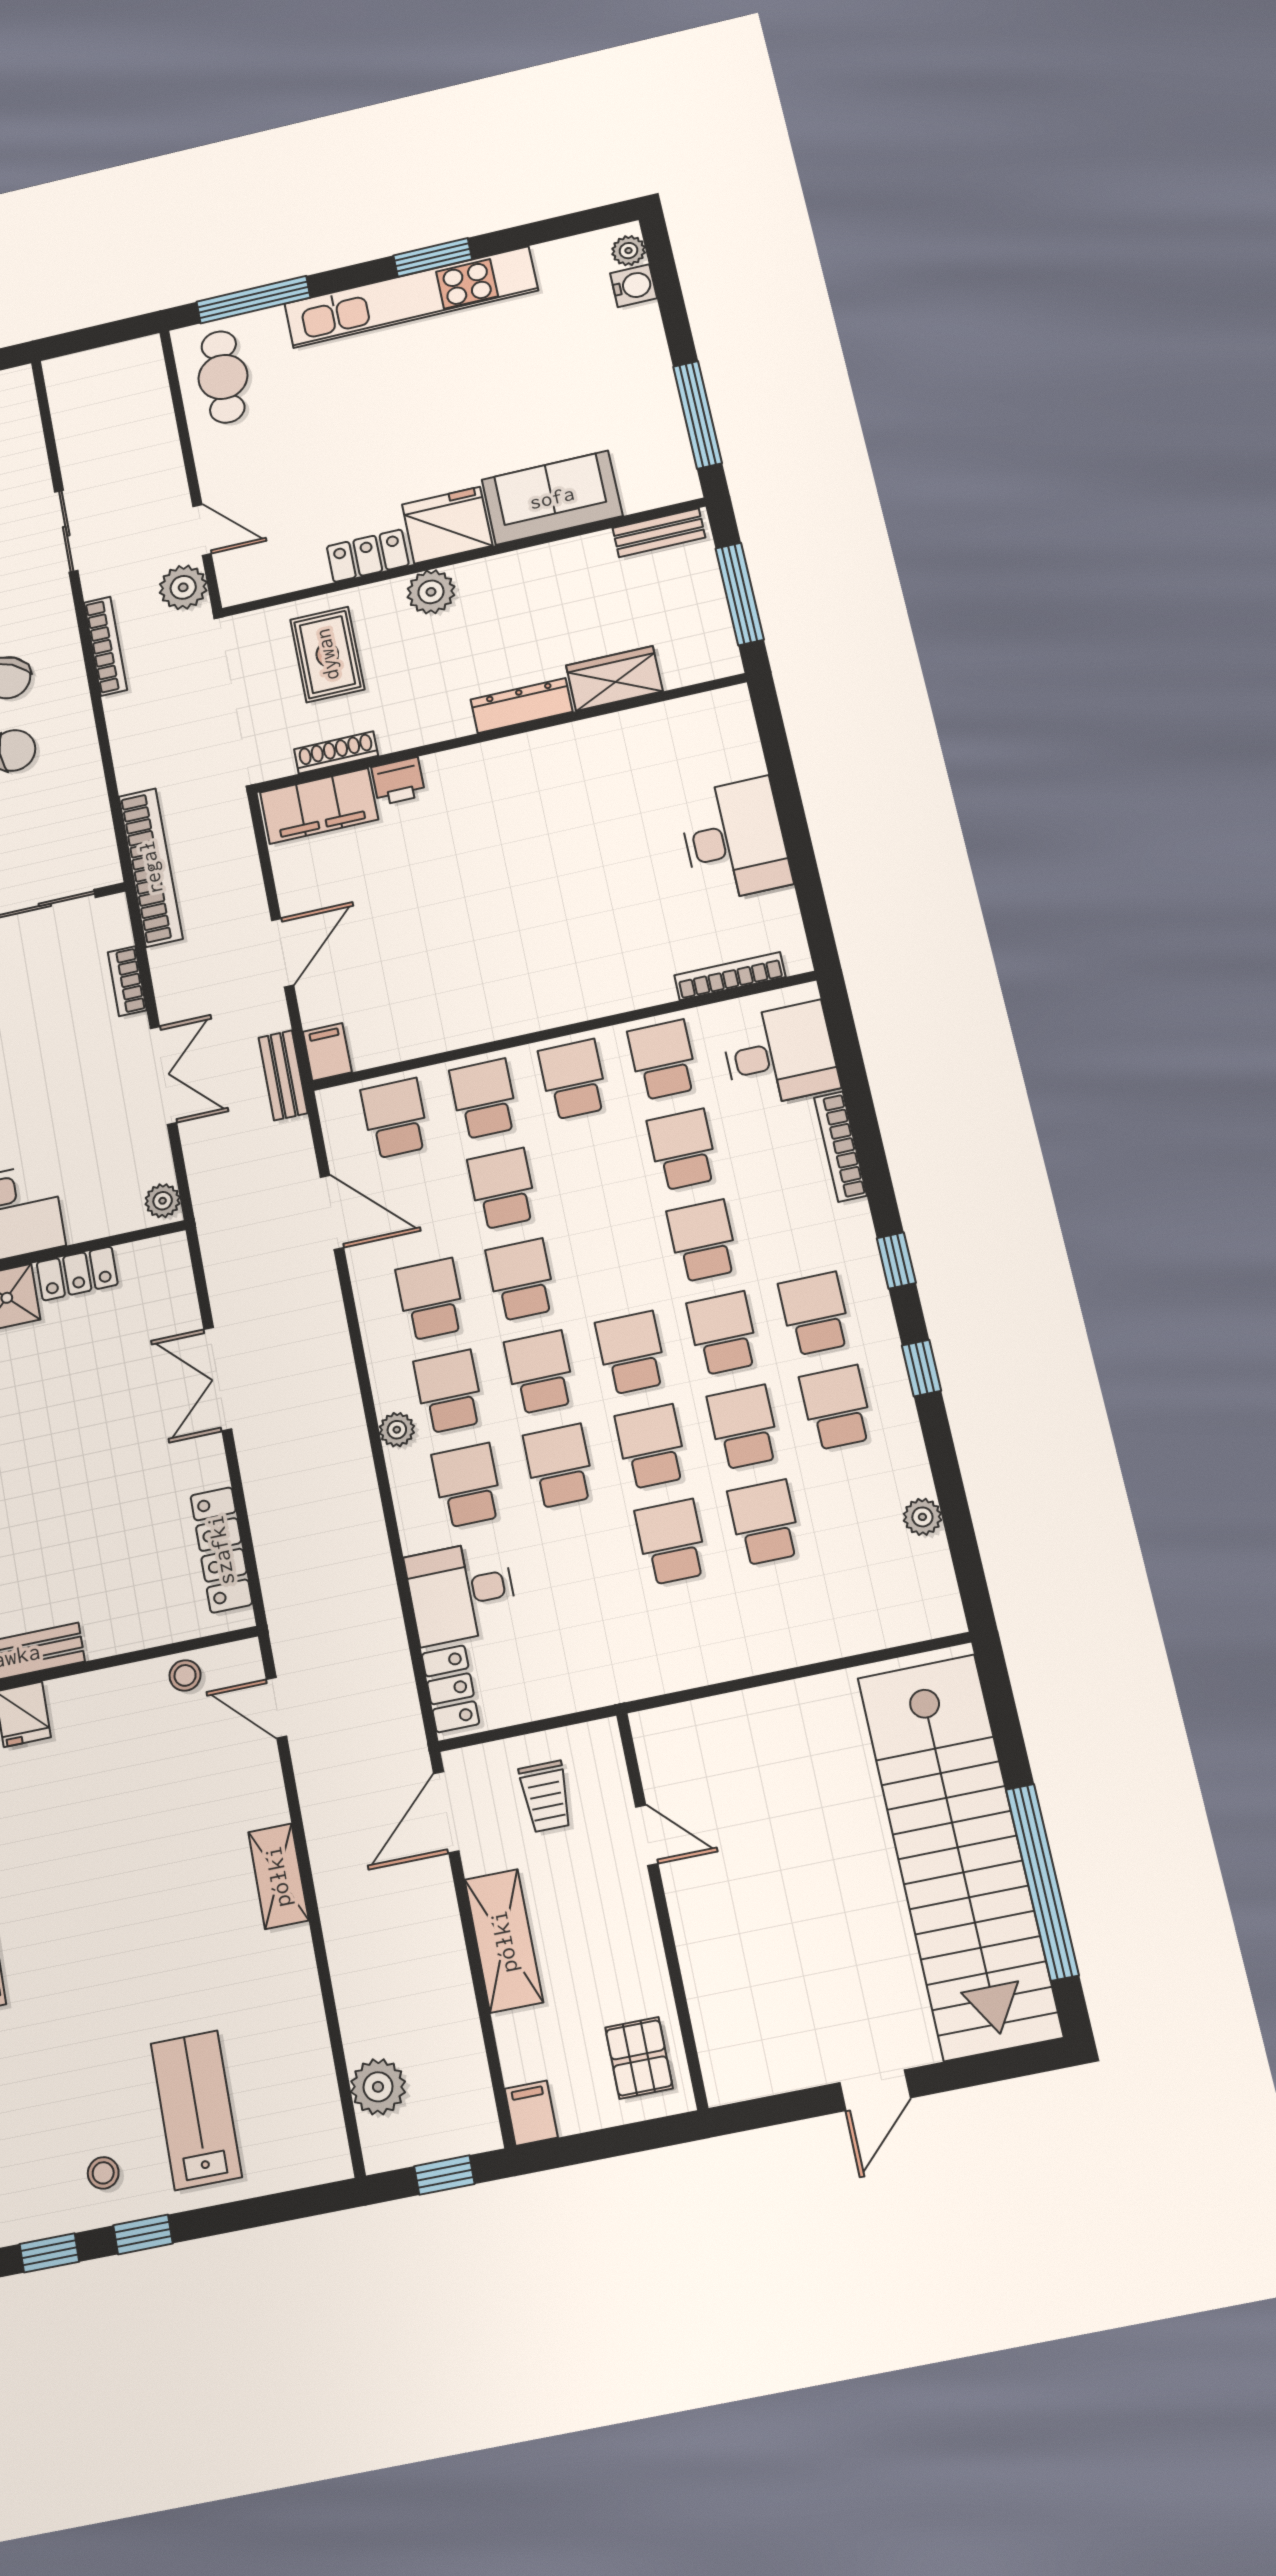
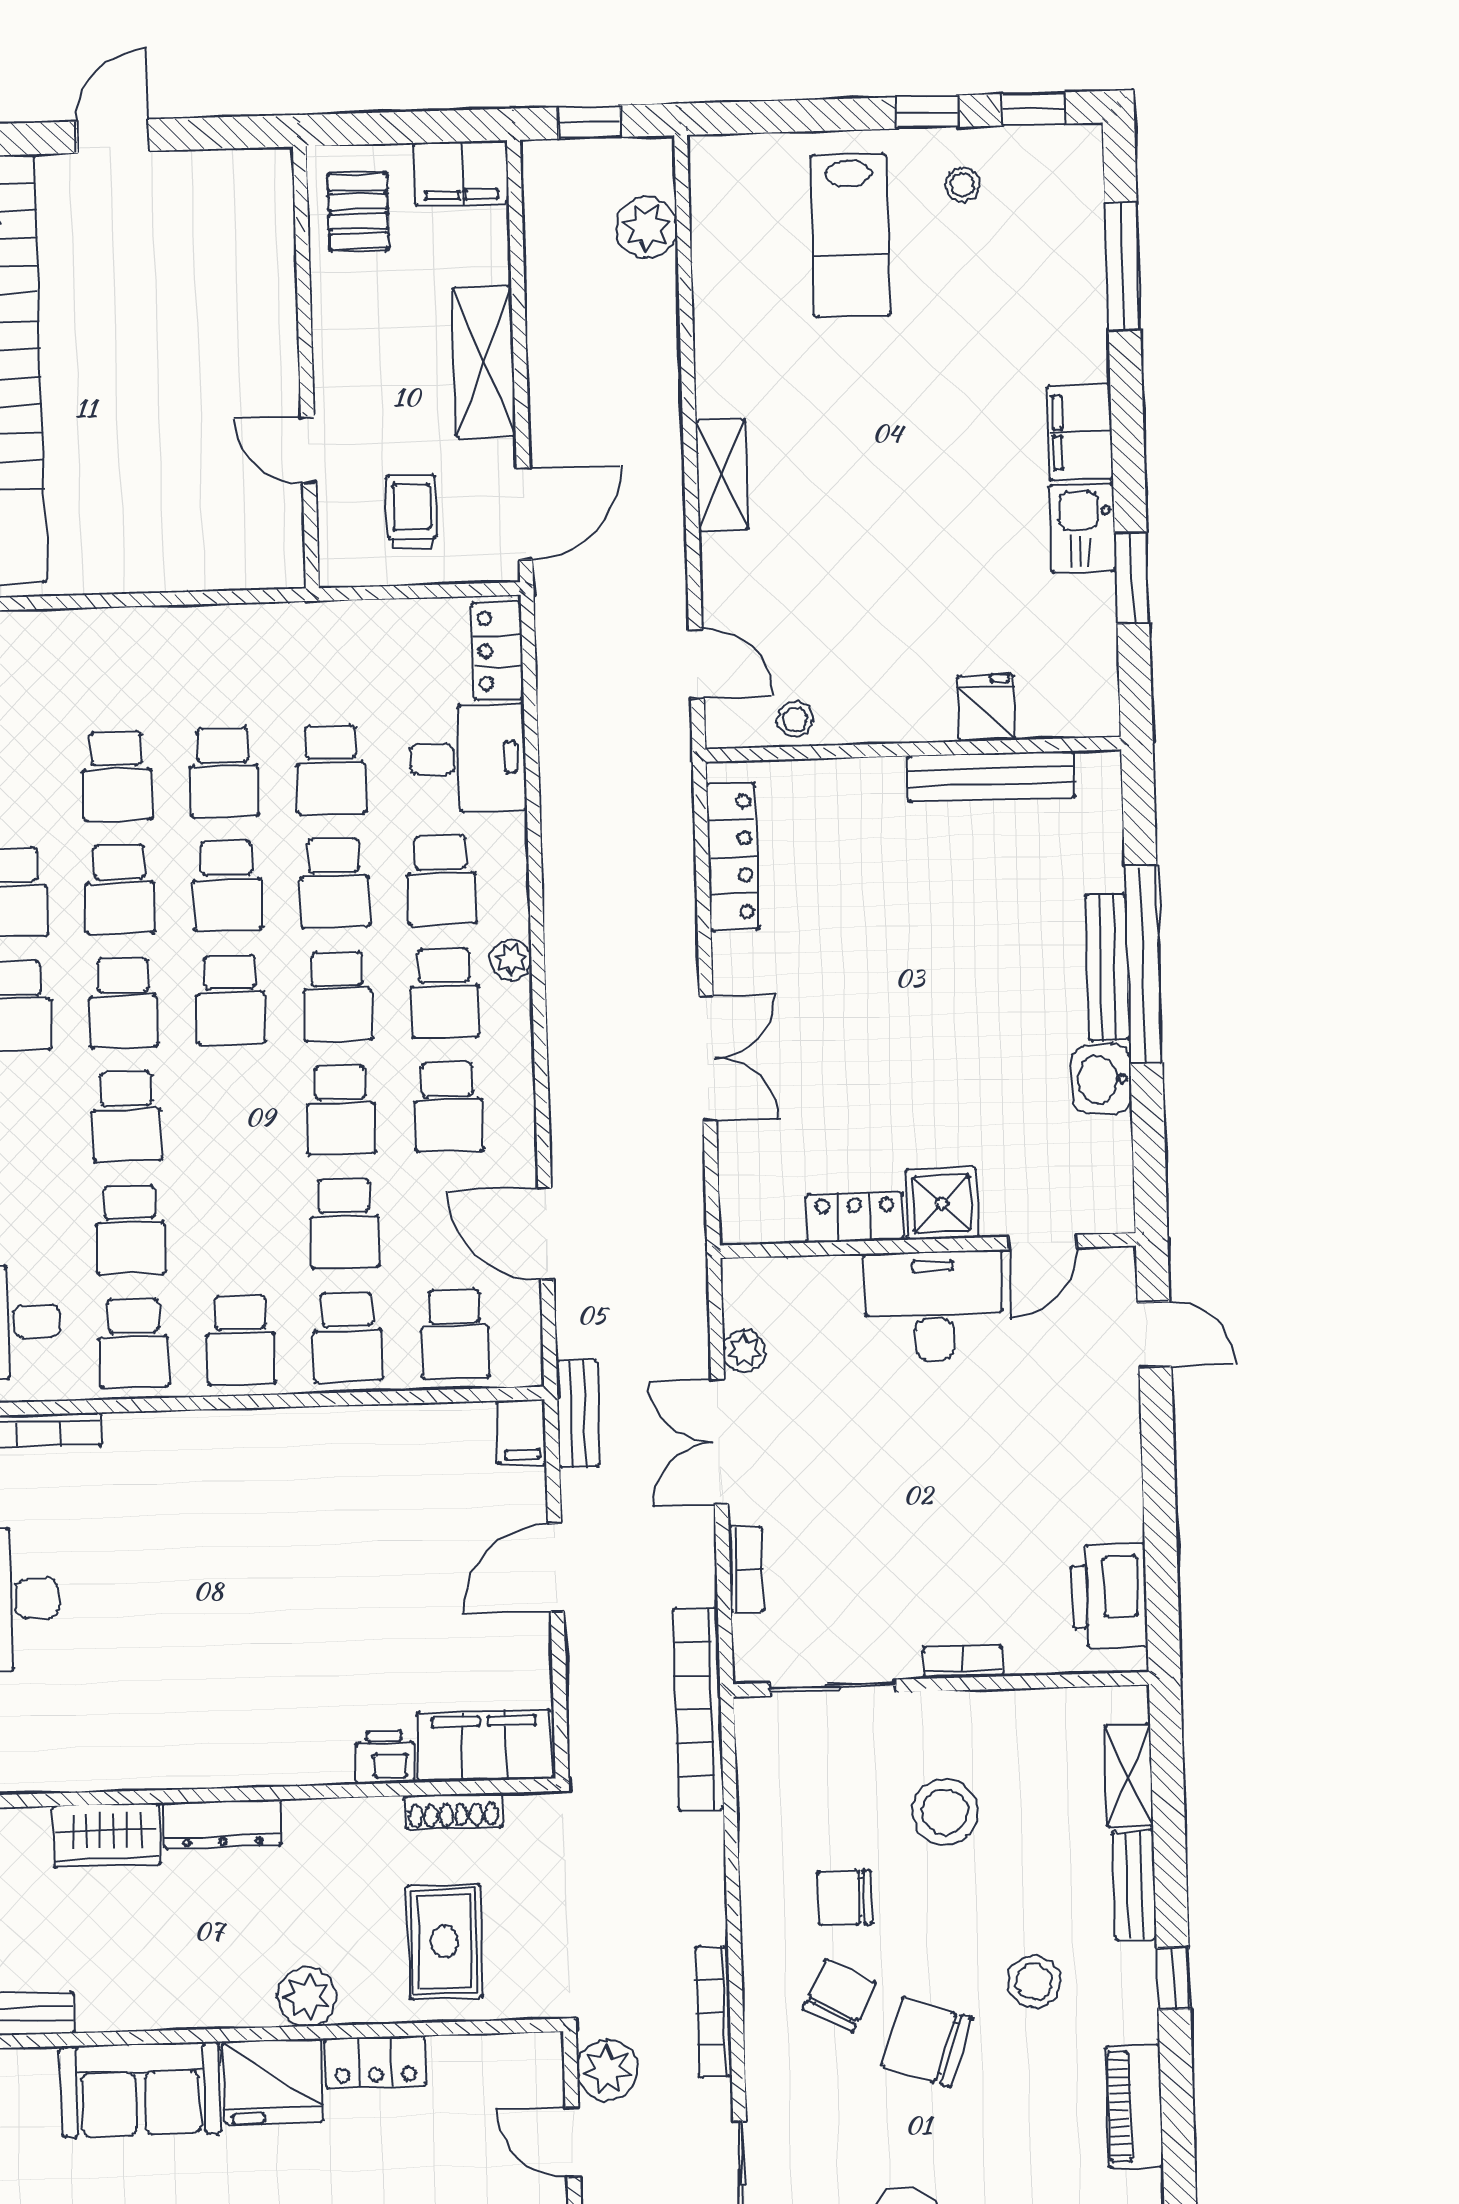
plant: (163, 1201) -> (744, 1351), moved
school desk: (579, 1561) -> (331, 769), added
filing cabinet: (531, 2113) -> (461, 173), width x2.00

